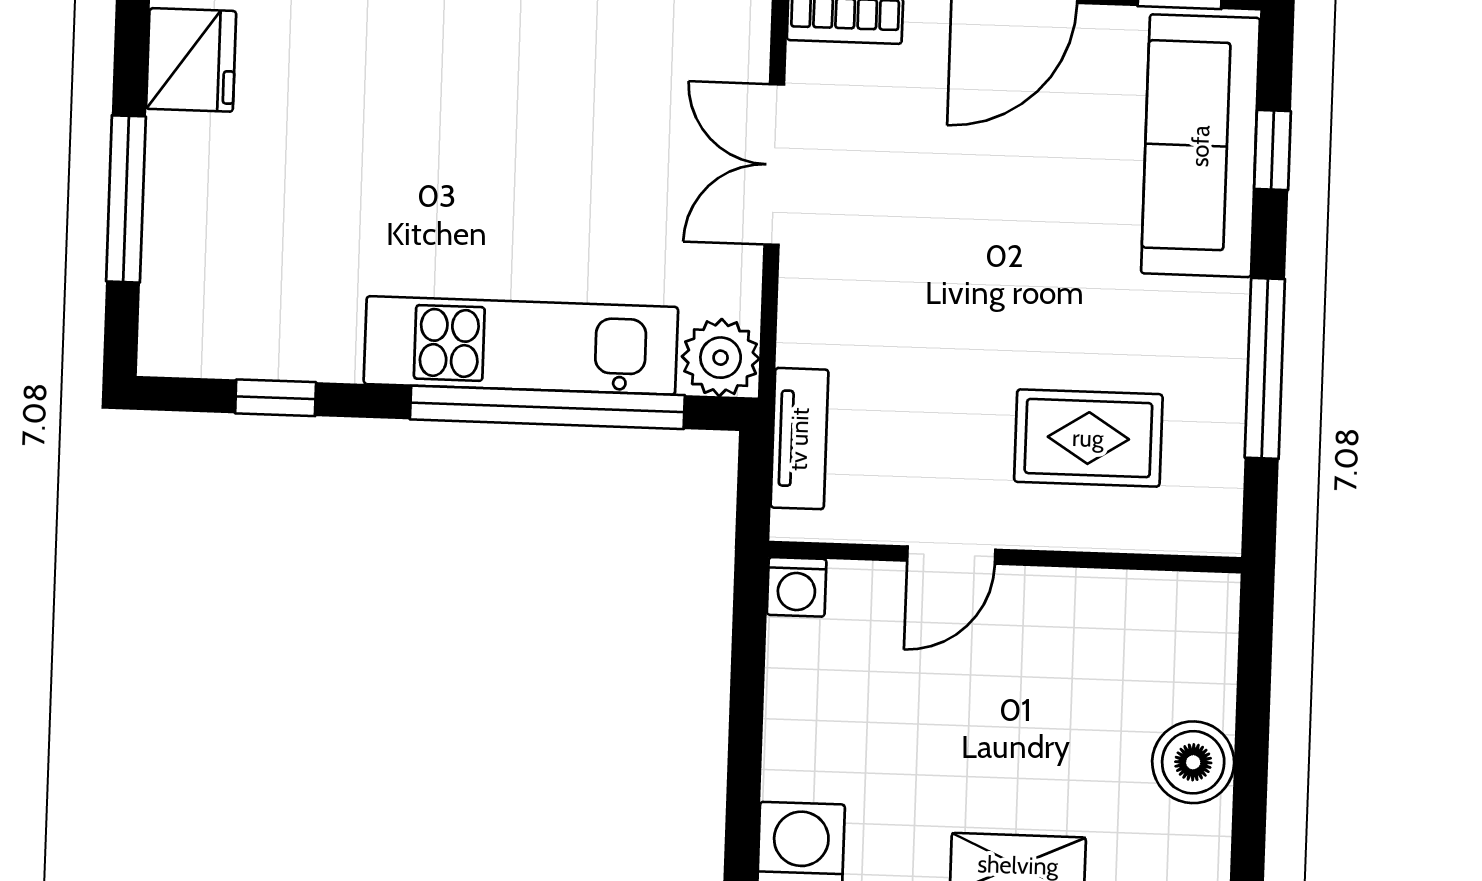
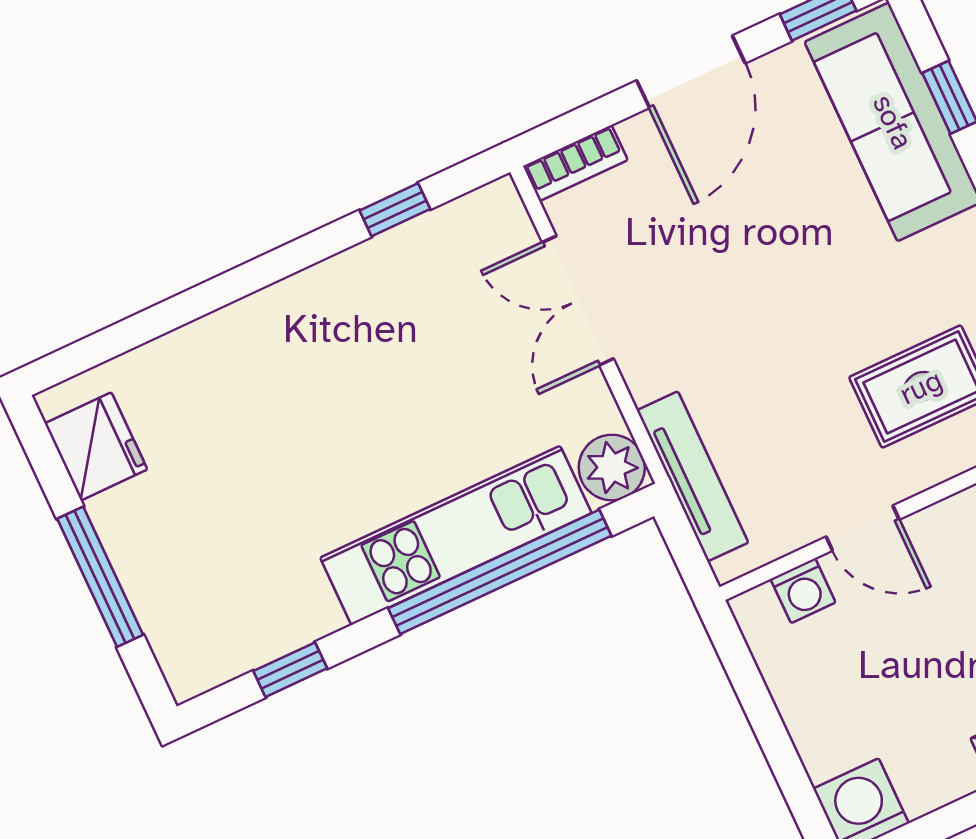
tv unit: (799, 439) -> (693, 476), width x1.41
door: (951, 555) -> (863, 528), hinge flipped
washing machine: (797, 587) -> (803, 591), moved

